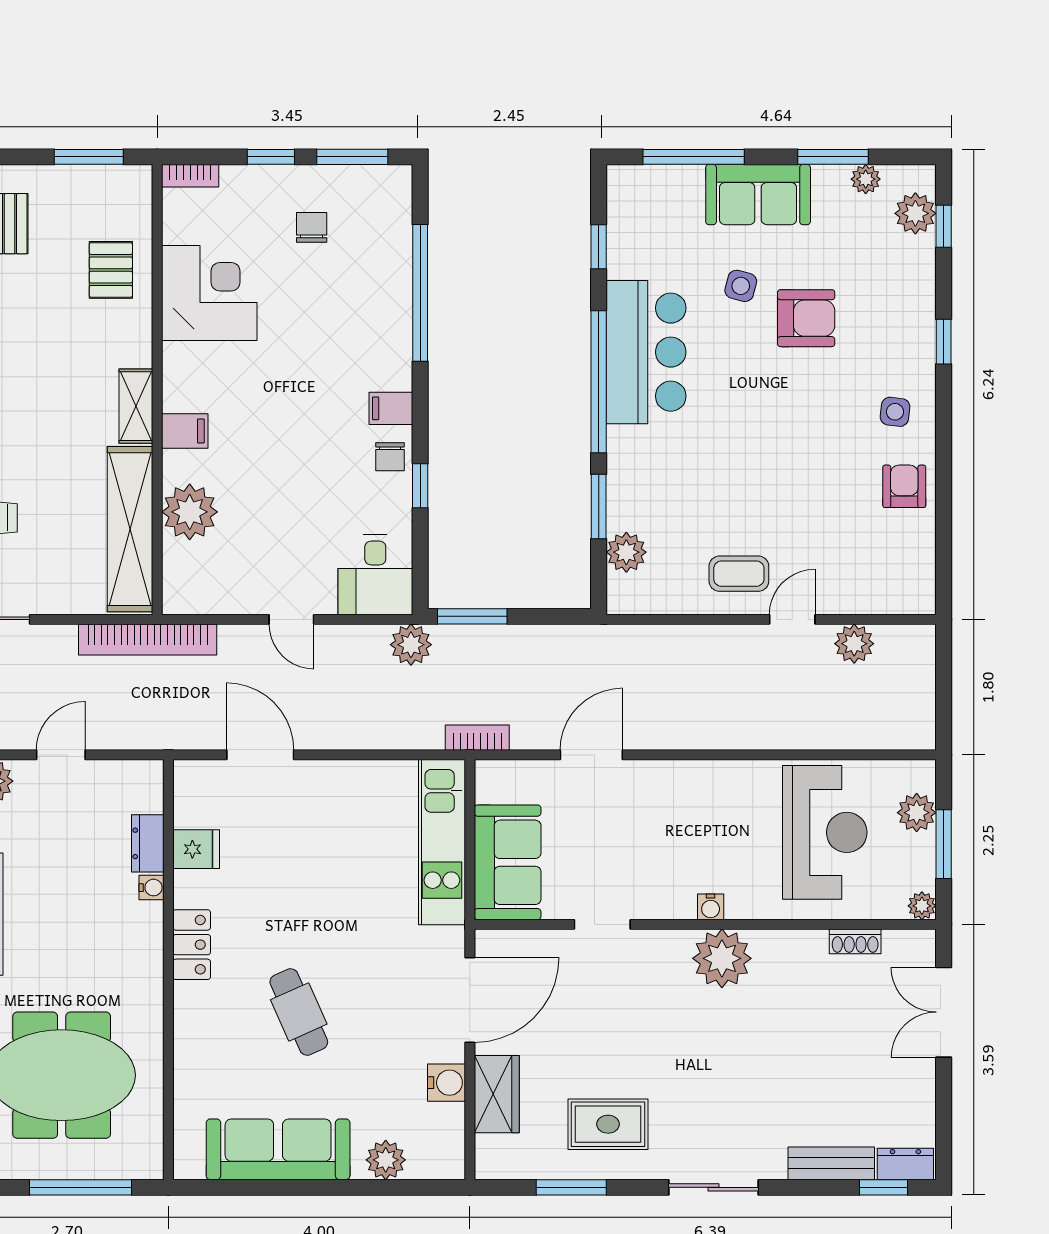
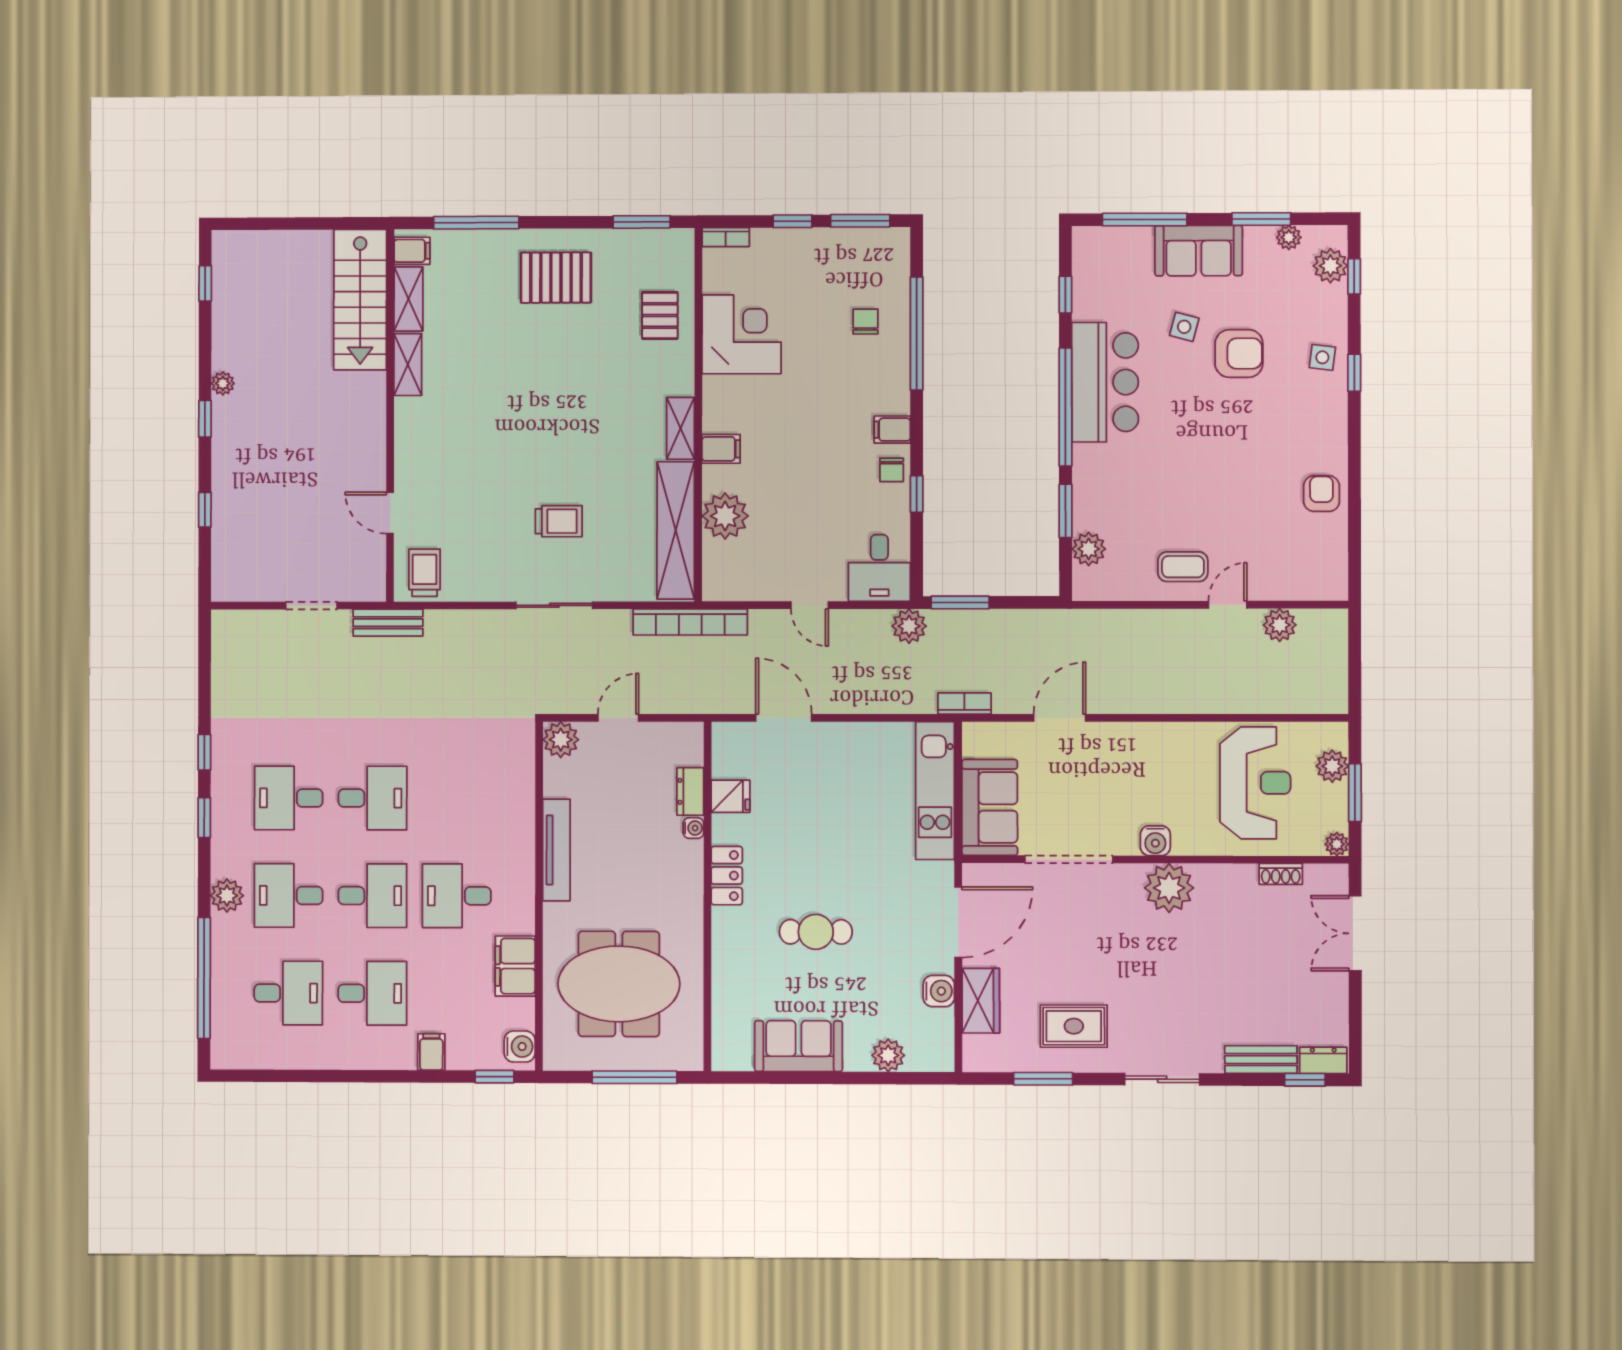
chair: (312, 227) -> (865, 322), moved
side table: (895, 412) -> (1322, 357), moved
water cooler: (711, 907) -> (1155, 841), width x1.38, depth x1.38
doorway: (602, 924) -> (1069, 859), width x1.87
cafe table: (299, 1012) -> (816, 932), turned -66
sofa: (278, 1149) -> (799, 1046), width x0.73

